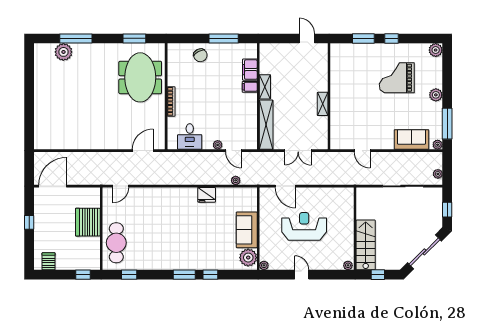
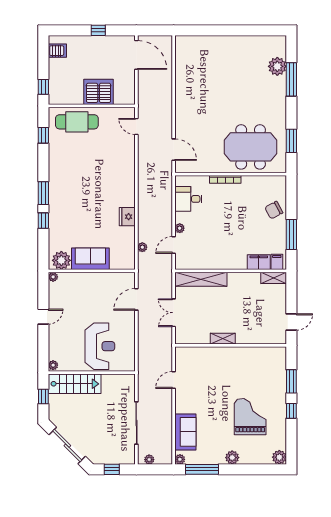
filing cabinet: (250, 87) -> (277, 262), moved
shelving: (265, 87) -> (274, 278), moved
reception desk: (304, 226) -> (100, 346), moved

